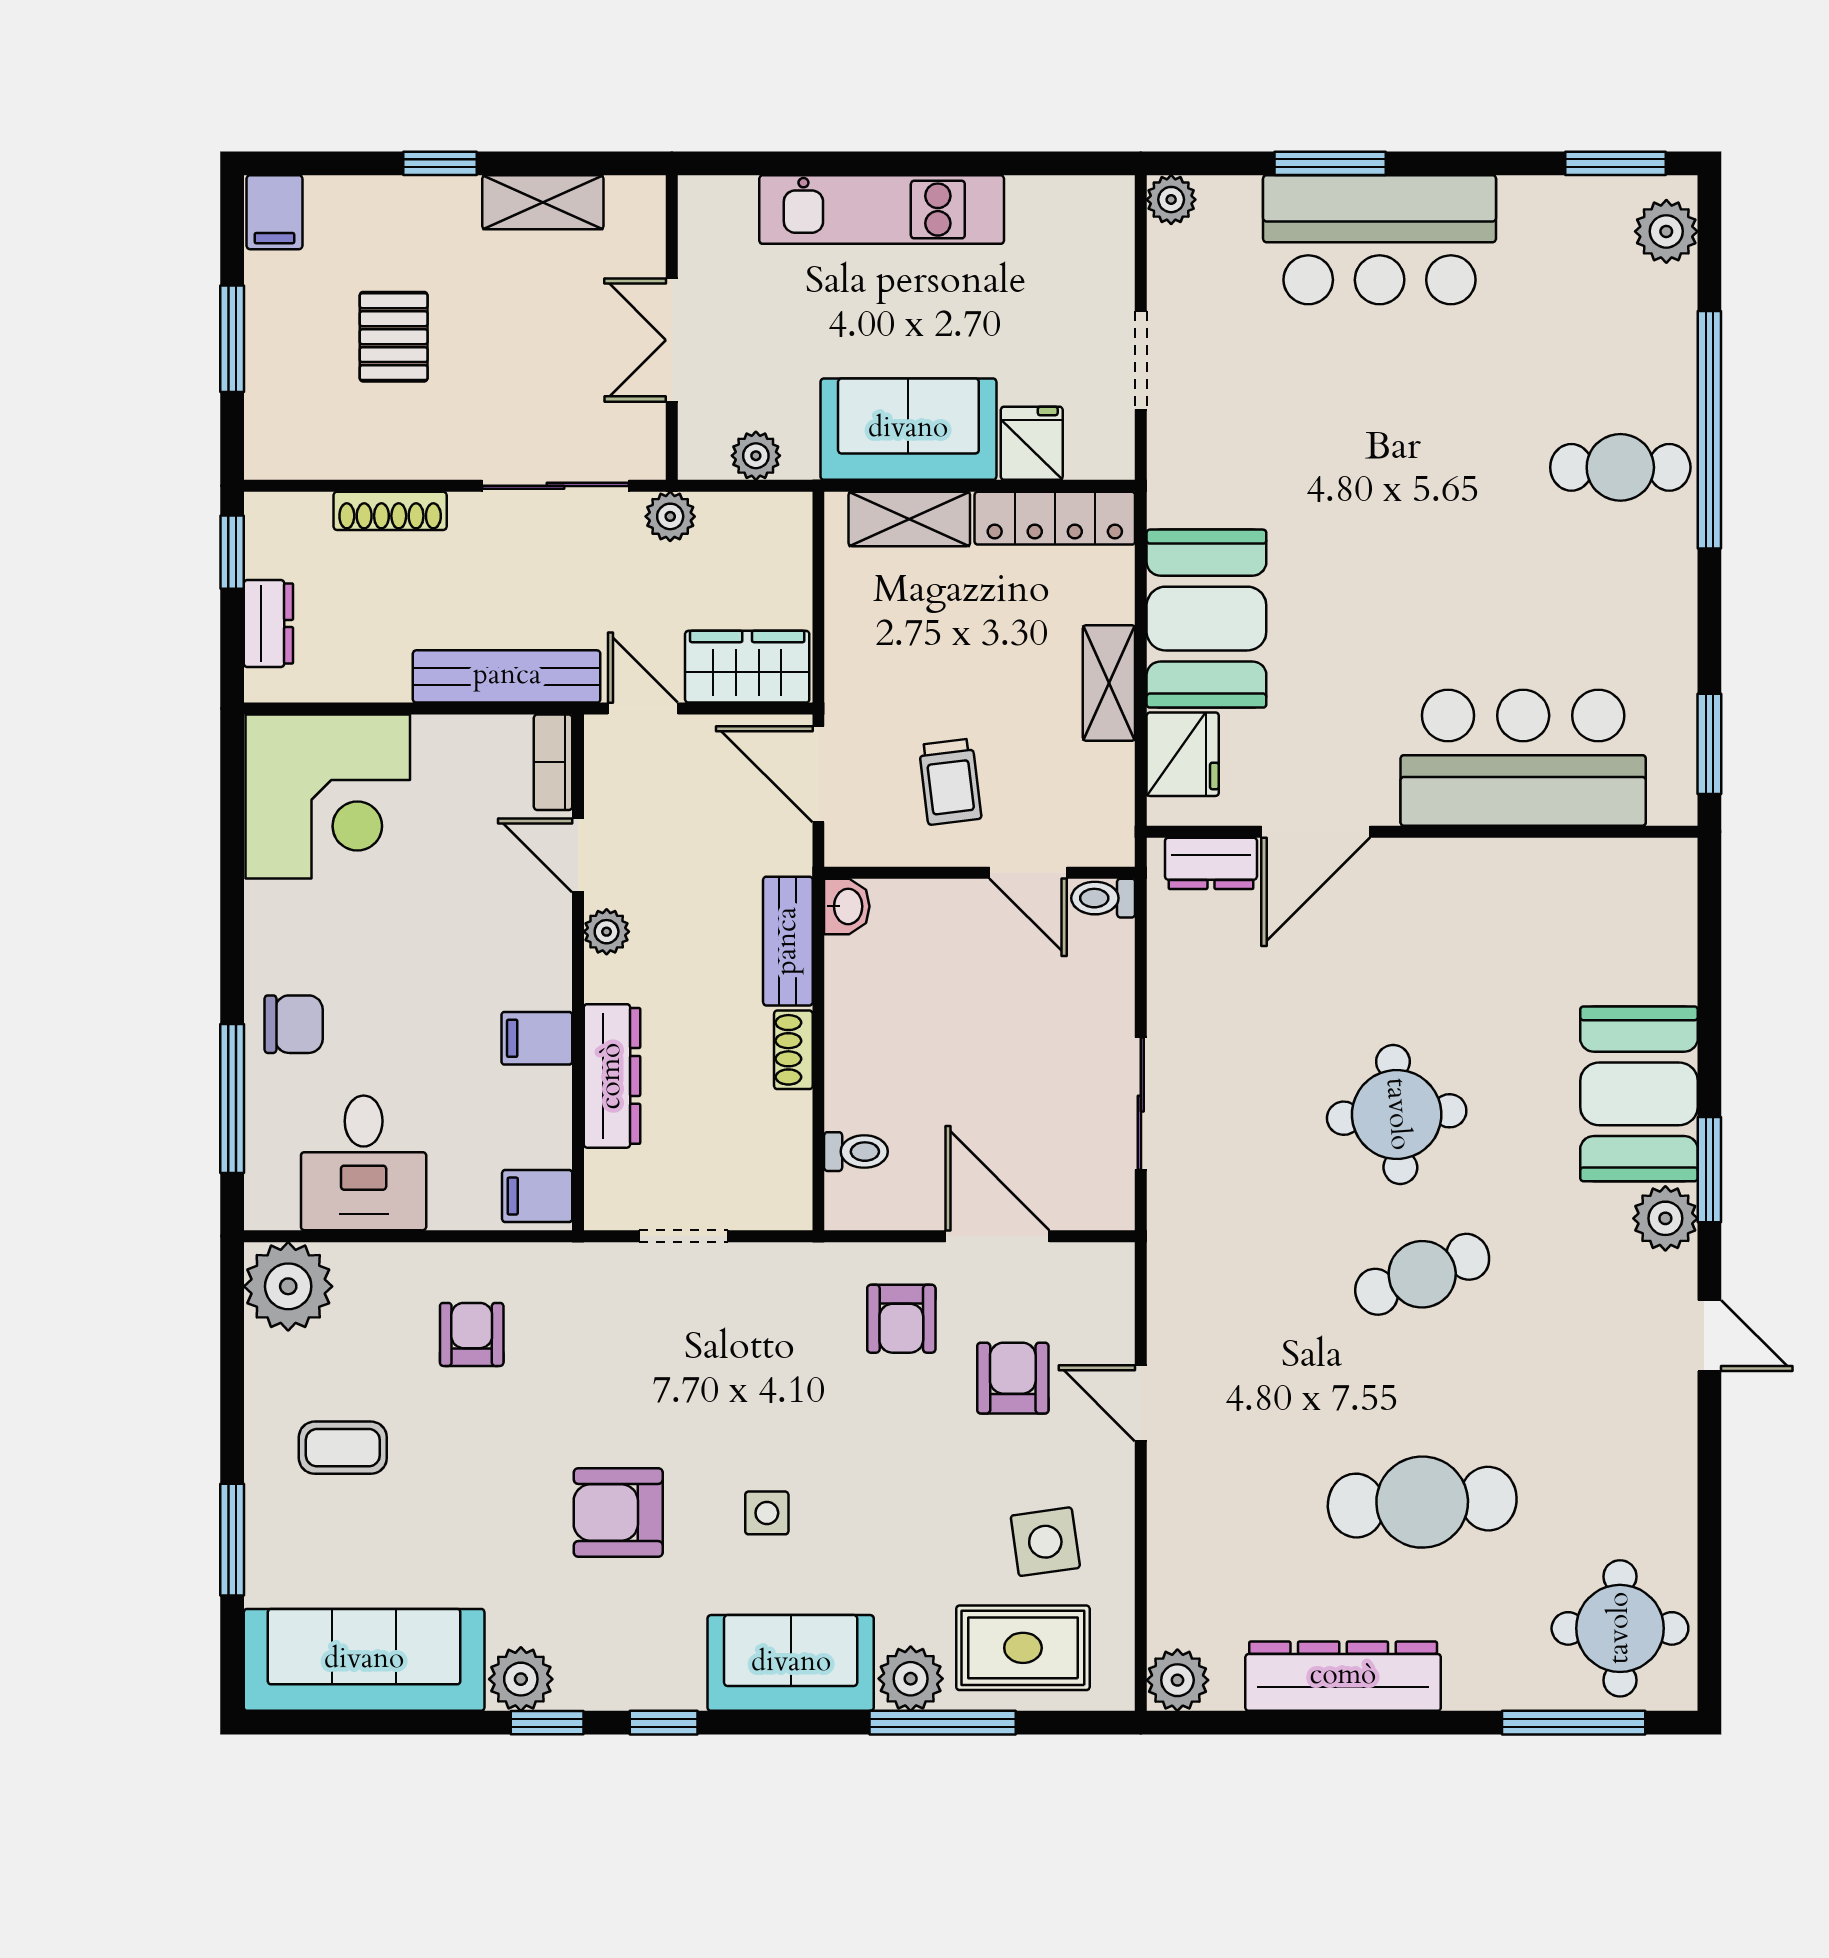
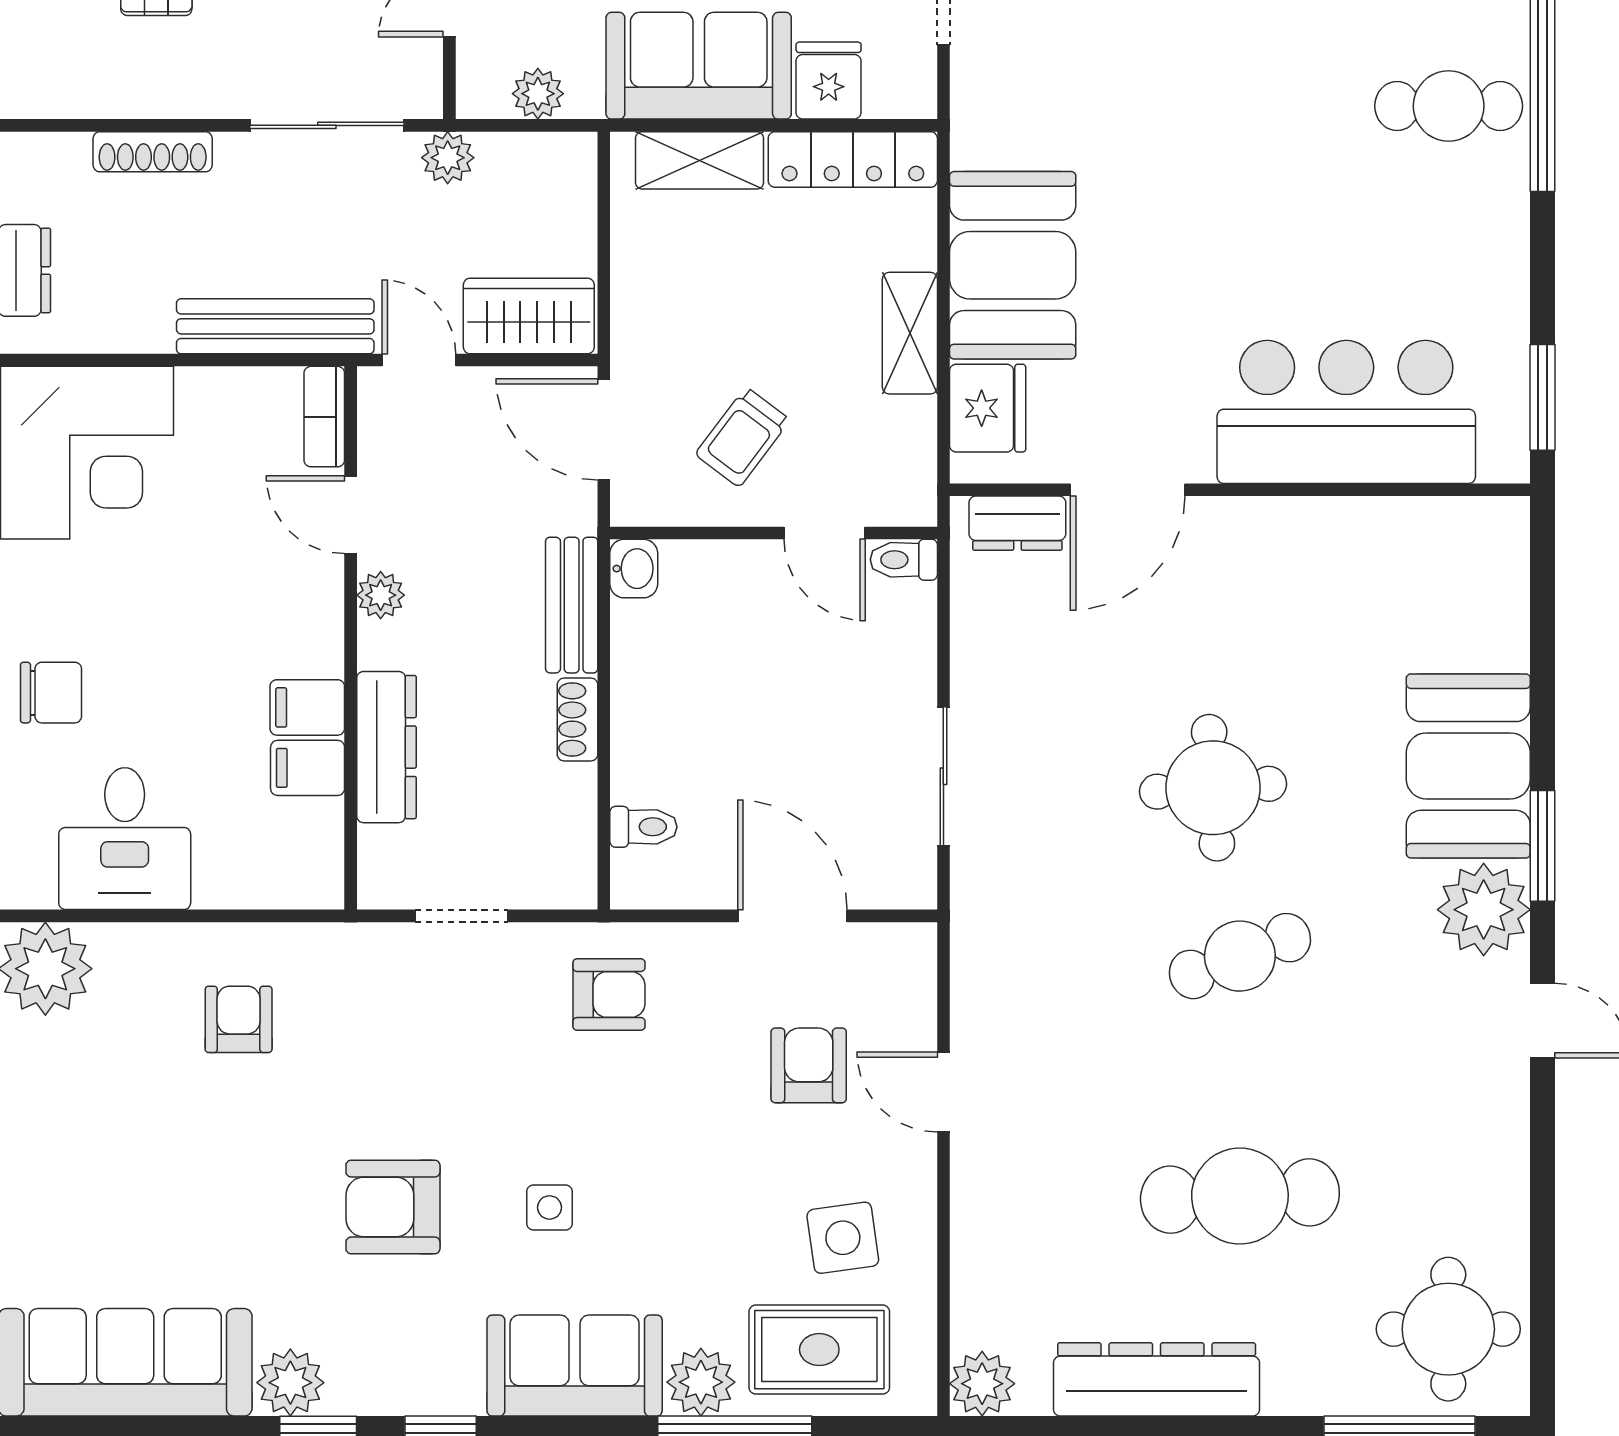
trolley: (950, 782) -> (743, 437), turned 44
filing cabinet: (537, 1196) -> (308, 768), moved
plant: (1665, 1218) -> (1484, 910), width x1.36, depth x1.36
armchair: (901, 1319) -> (609, 995), moved, turned -90
coffee table: (343, 1448) -> (103, 1139), removed

